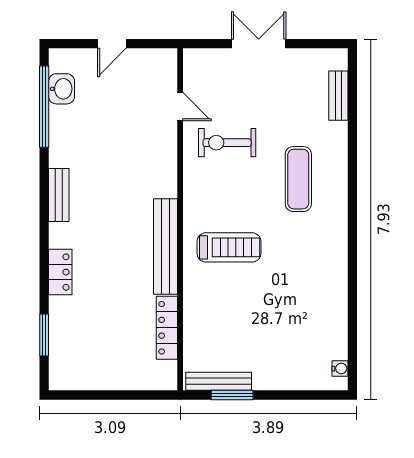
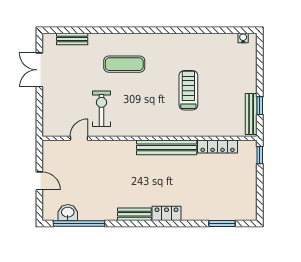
double door: (259, 44) -> (39, 70), moved
exercise bike: (227, 143) -> (102, 109), turned 180
treadmill: (229, 247) -> (188, 90), moved
locker: (60, 272) -> (167, 213), moved
window: (153, 395) -> (260, 155), added
window: (232, 395) -> (260, 106), width x0.67

